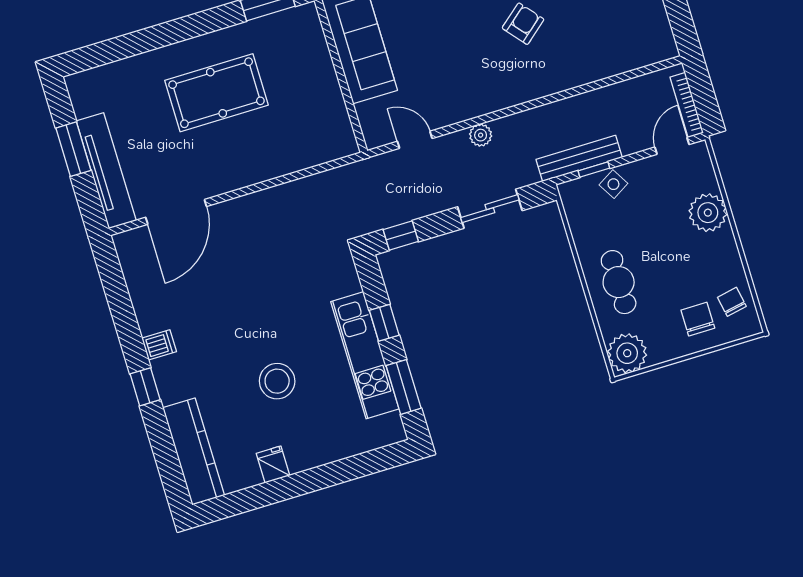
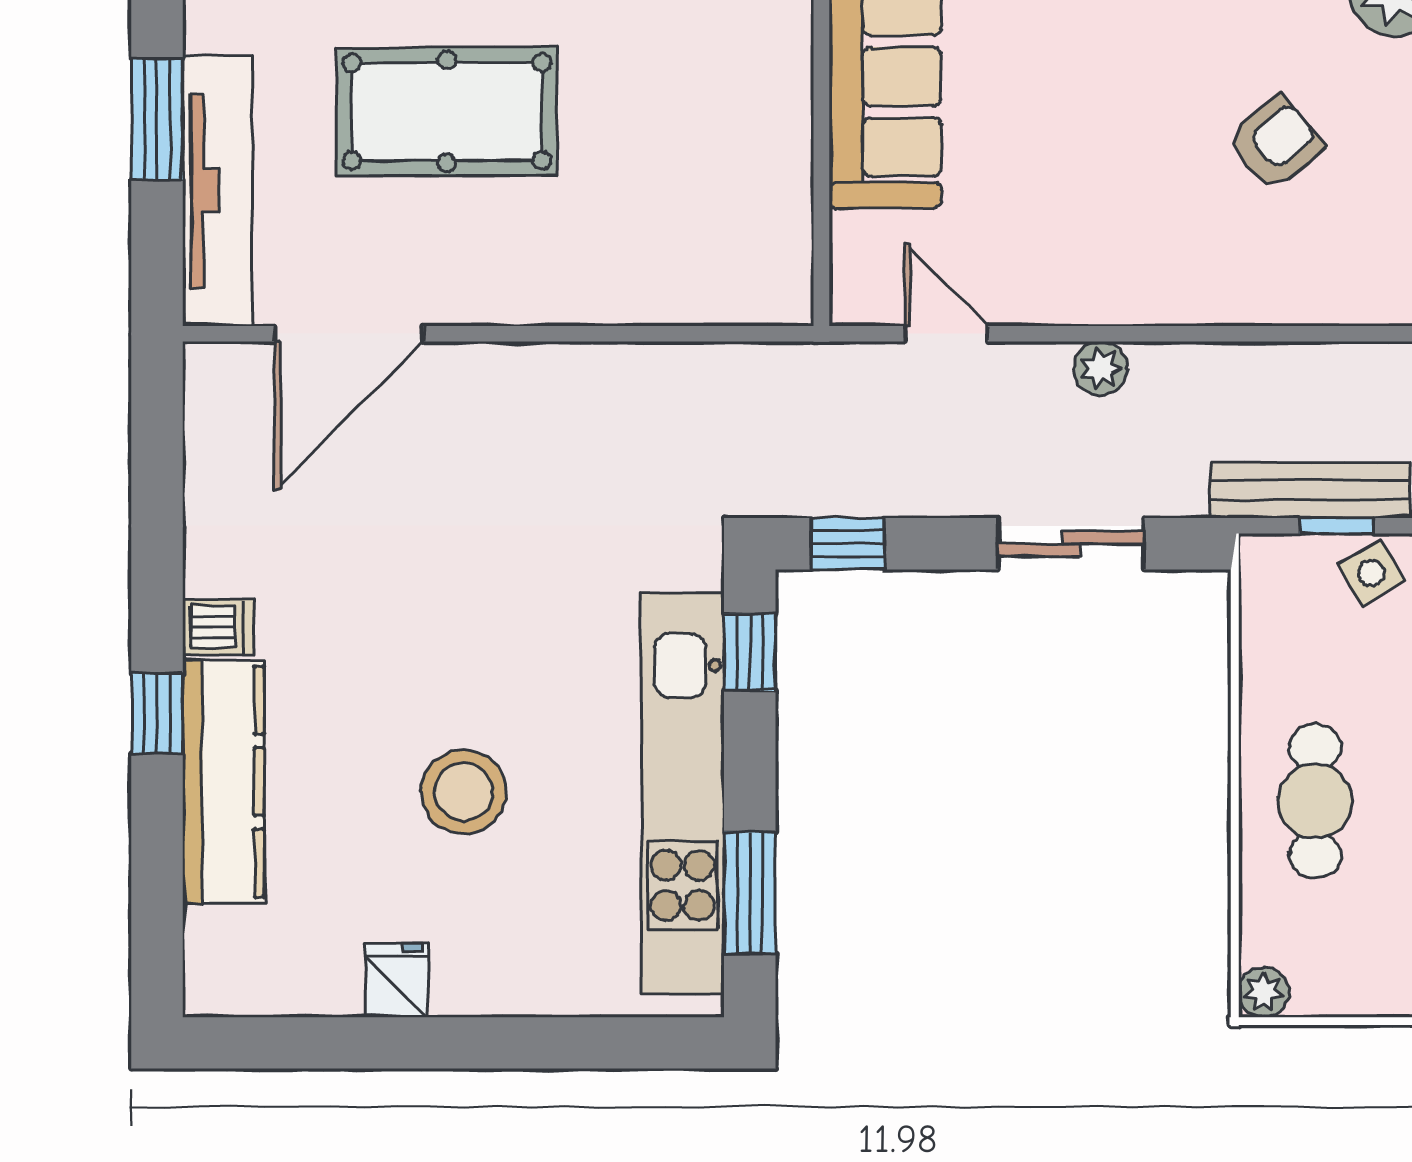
pool table: (216, 93) -> (447, 112), moved
window: (384, 323) -> (750, 652), moved
plant: (627, 353) -> (1264, 992), width x0.53, depth x0.53
kitchen unit: (365, 355) -> (683, 793), width x1.36
kitchen counter: (194, 451) -> (223, 782), moved

